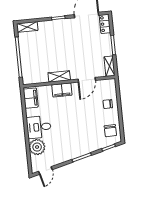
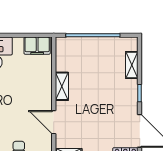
shelving: (27, 27) -> (132, 65), moved
filing cabinet: (62, 90) -> (44, 88), removed

